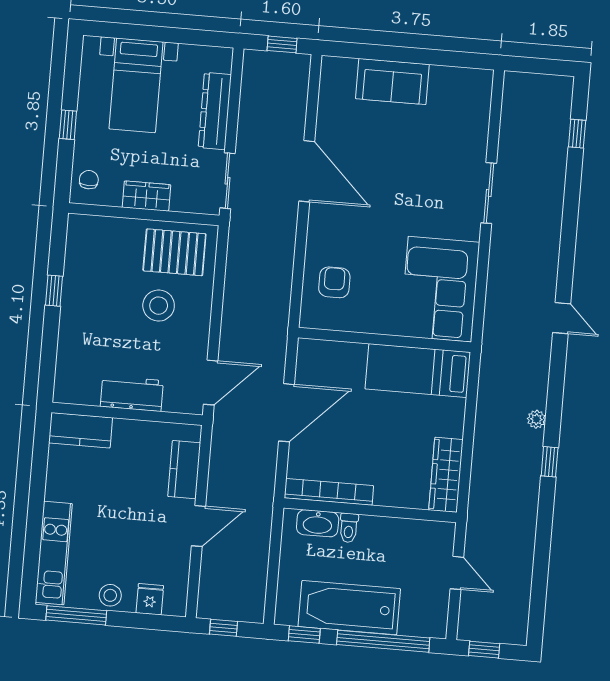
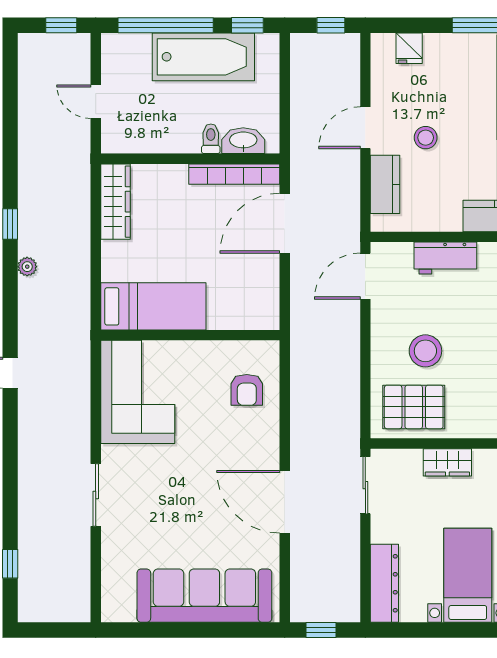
sofa: (392, 82) -> (204, 596), width x1.85, depth x1.27
dresser: (215, 111) -> (384, 583), moved
door: (286, 413) -> (285, 223), moved
stool: (110, 595) -> (426, 138), moved

